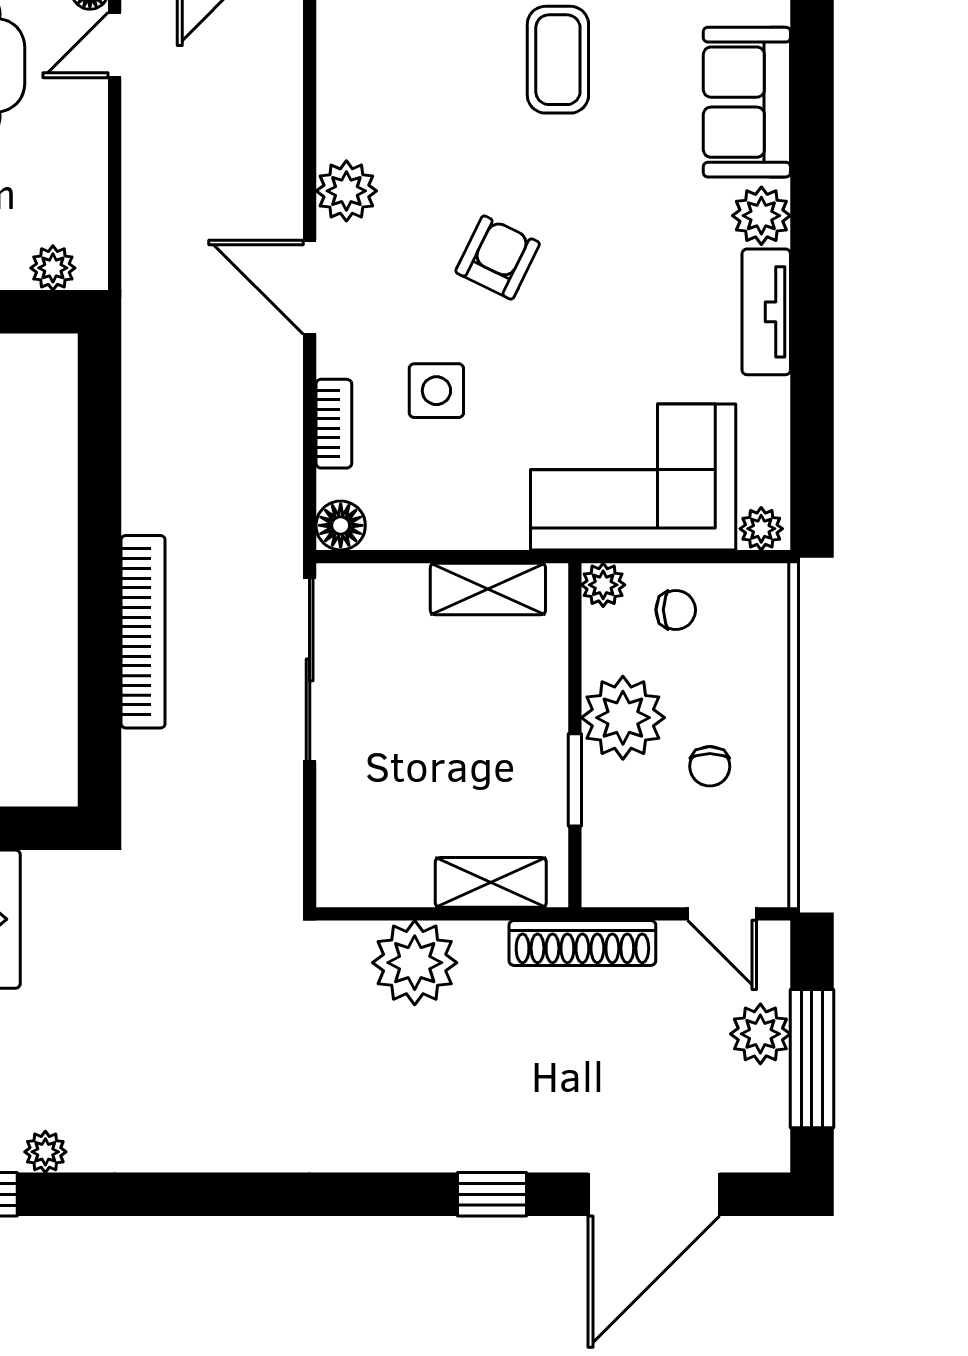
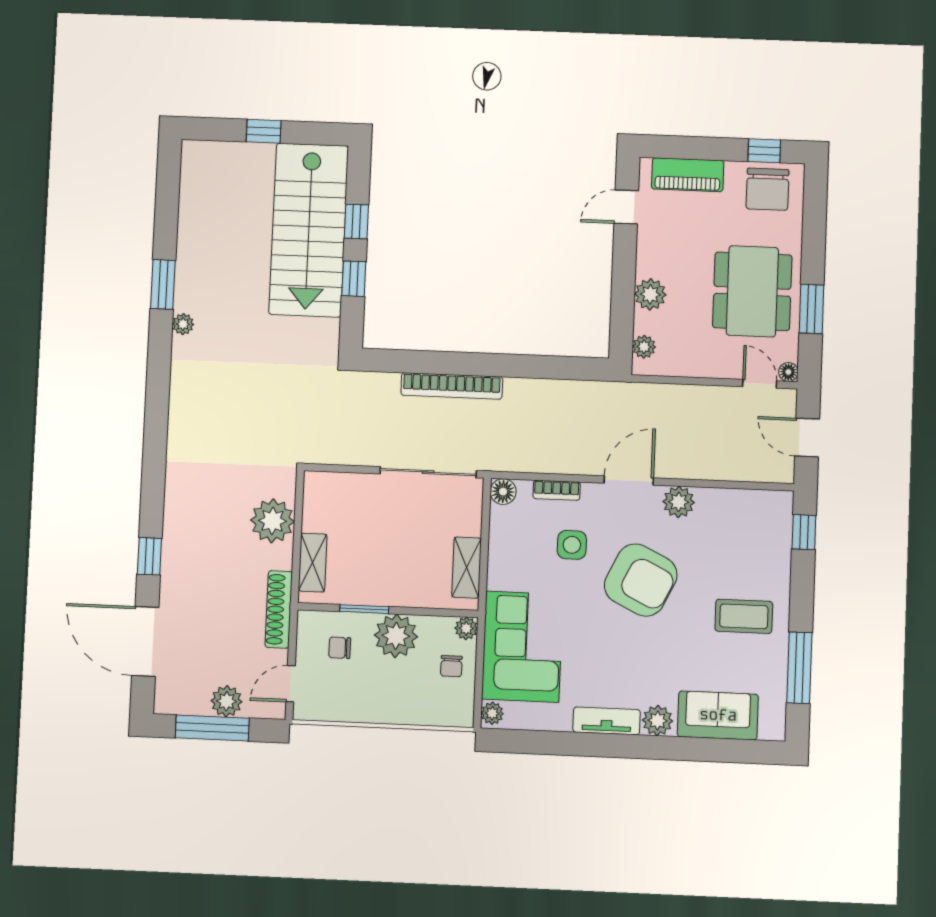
armchair: (498, 257) -> (641, 580), width x1.88, depth x1.88
chair: (710, 766) -> (340, 648), moved

